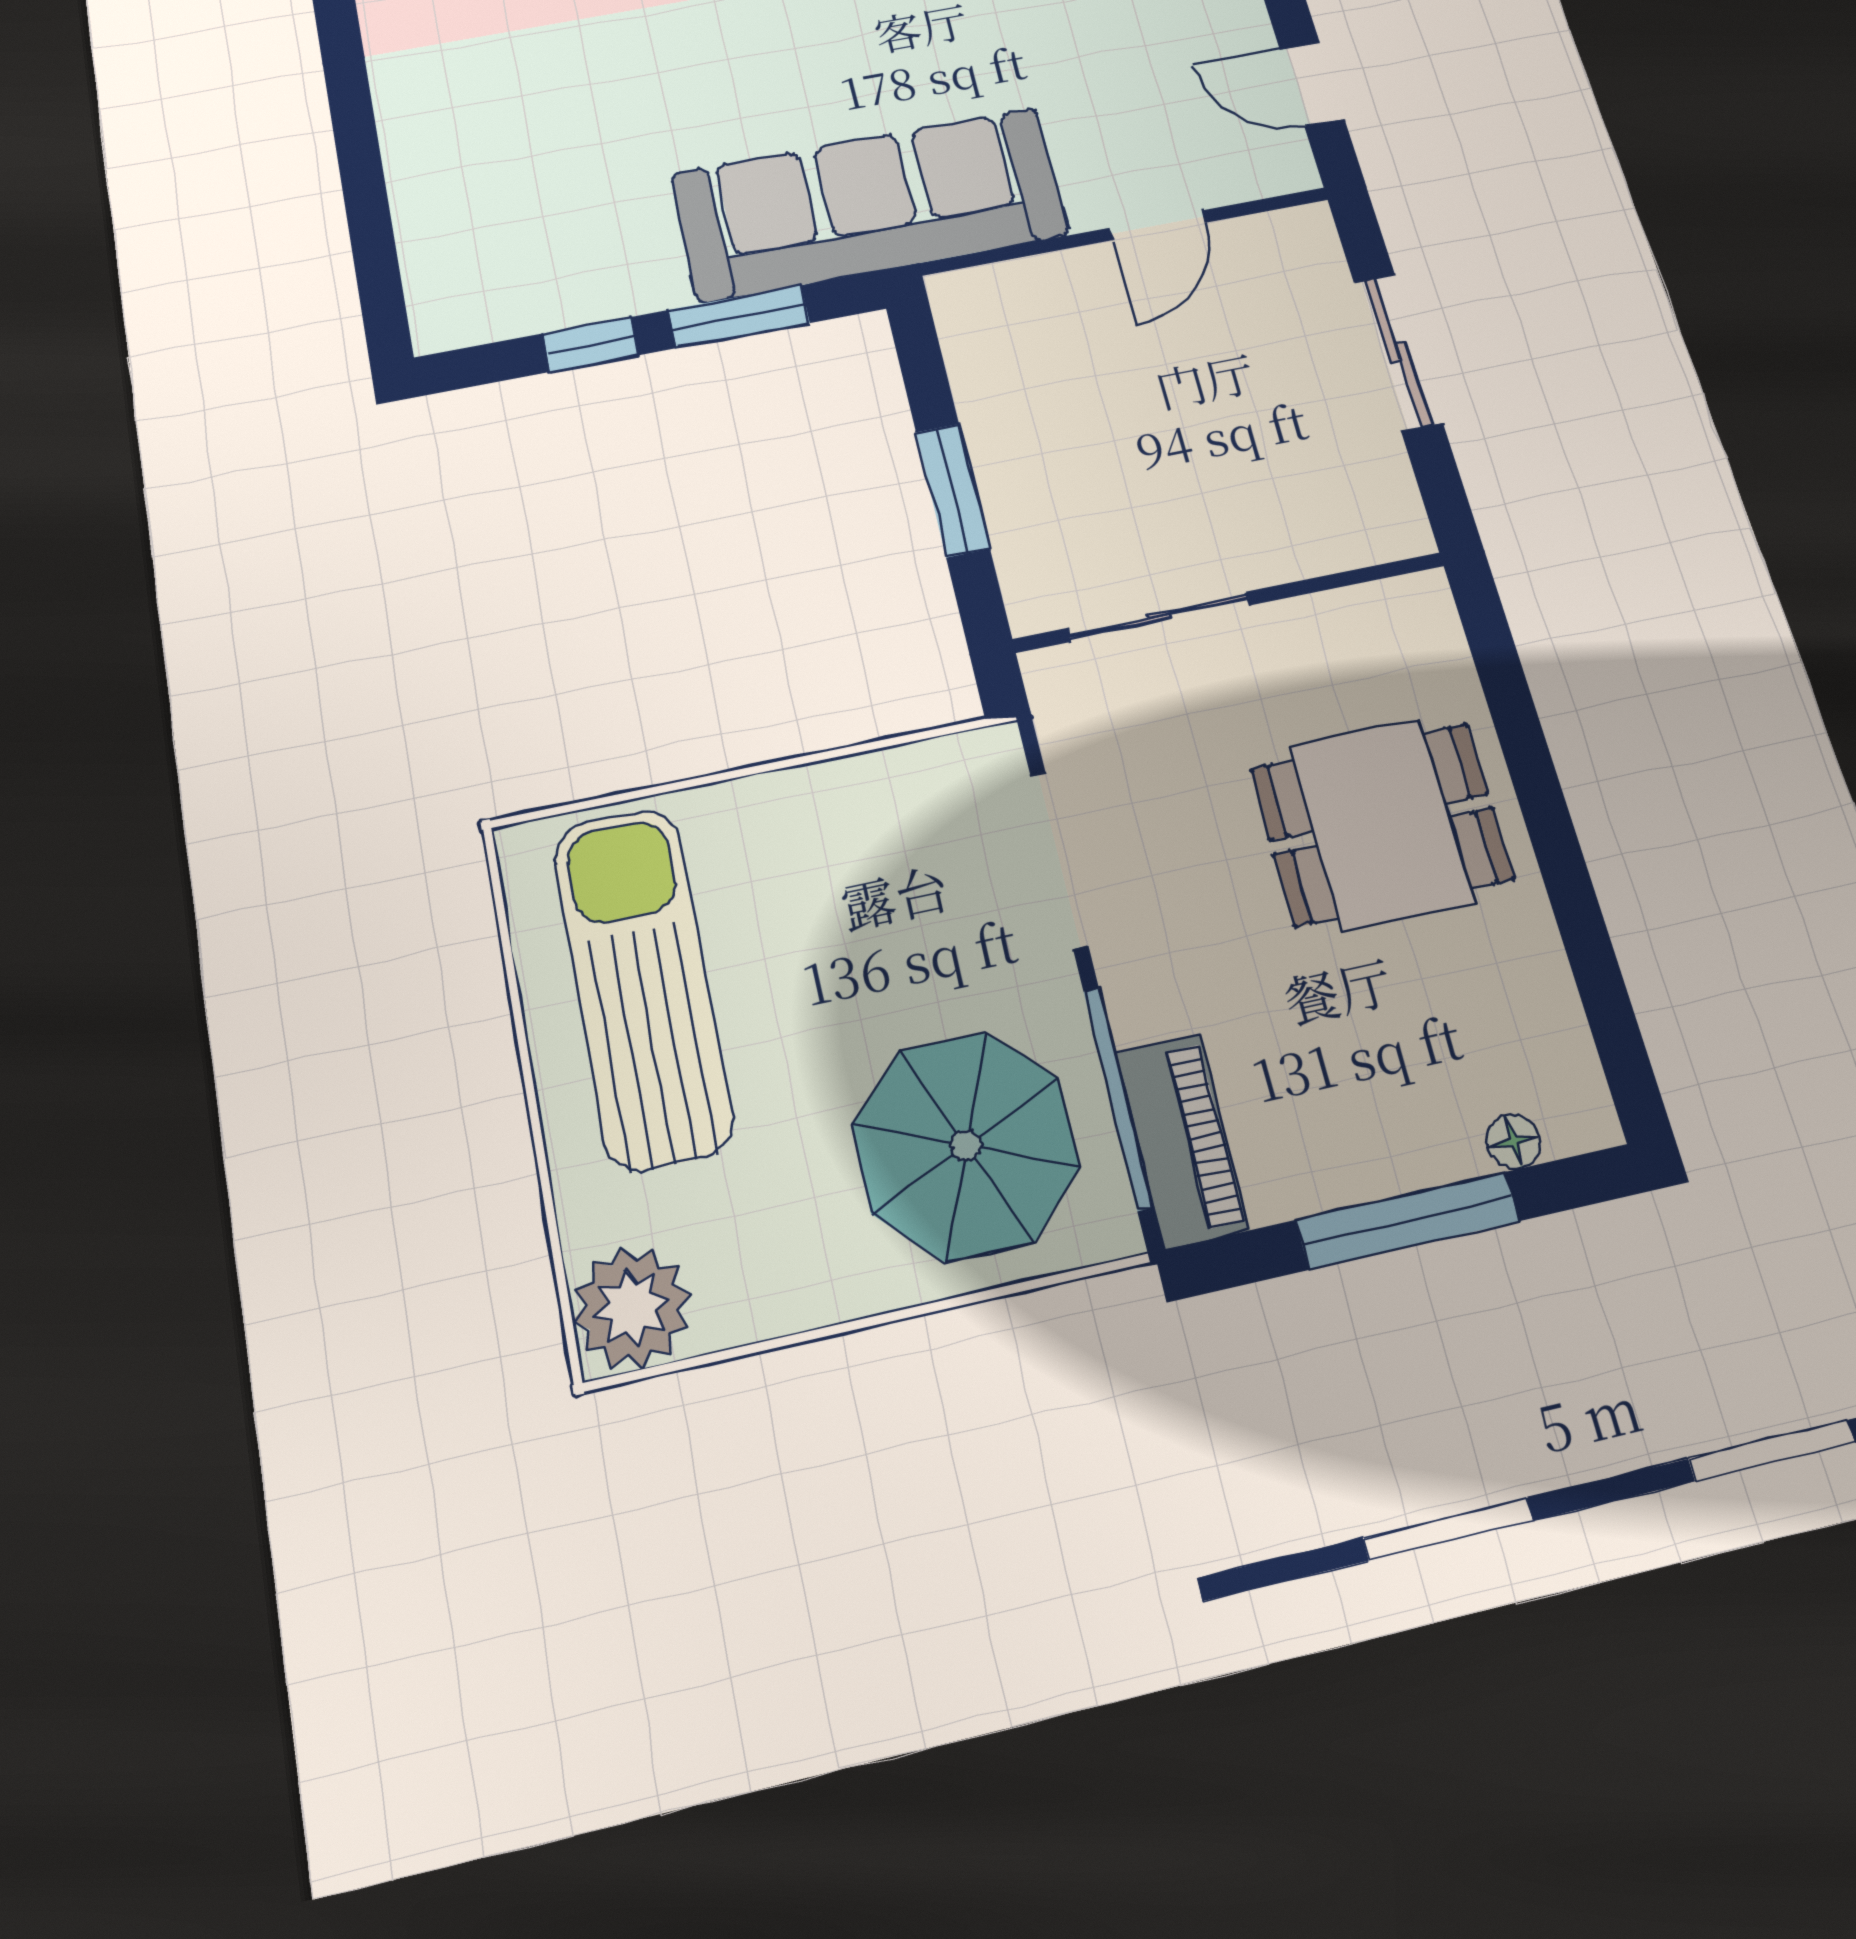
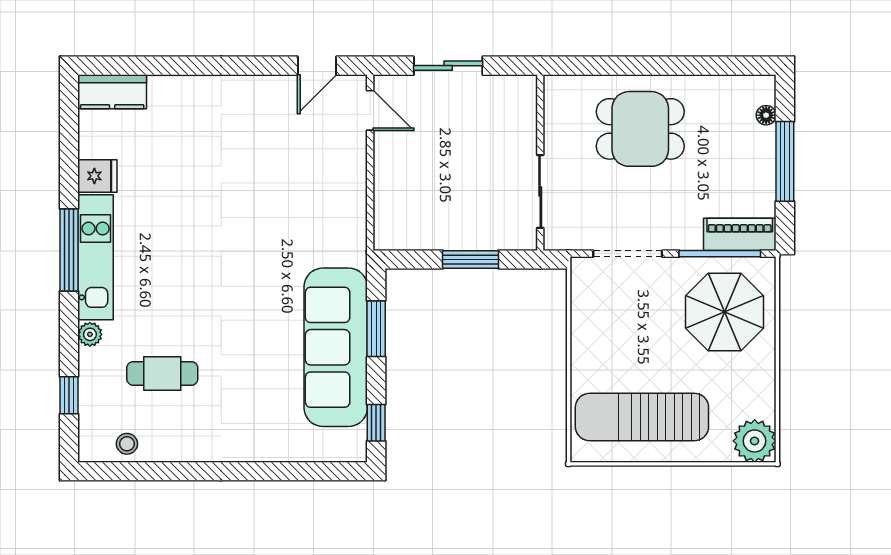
sofa: (870, 204) -> (336, 347), moved
door: (1158, 225) -> (370, 110), moved
window: (591, 344) -> (376, 423), moved
dining table: (1382, 824) -> (640, 129), turned 90

